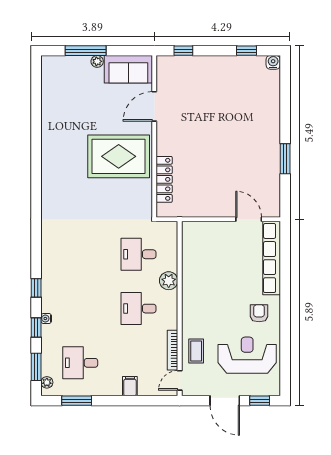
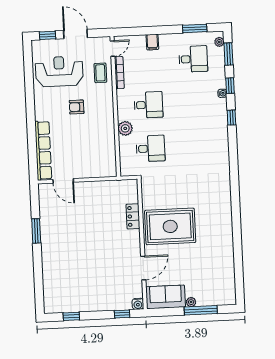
water cooler: (273, 62) -> (138, 304), moved
locker: (164, 179) -> (133, 216), width x0.66
armchair: (259, 313) -> (77, 107), moved, turned 90
reception desk: (247, 355) -> (59, 71), turned 180

